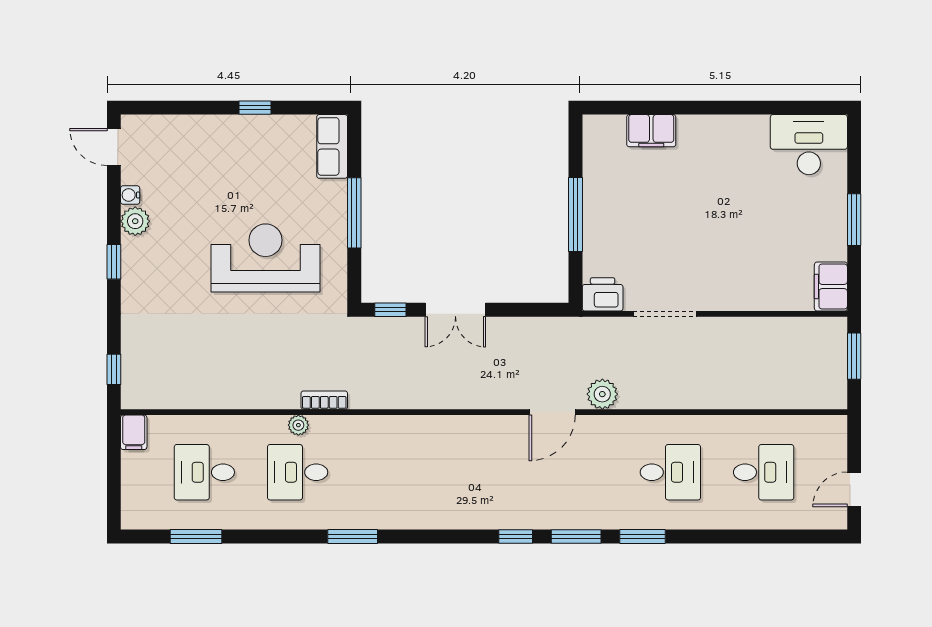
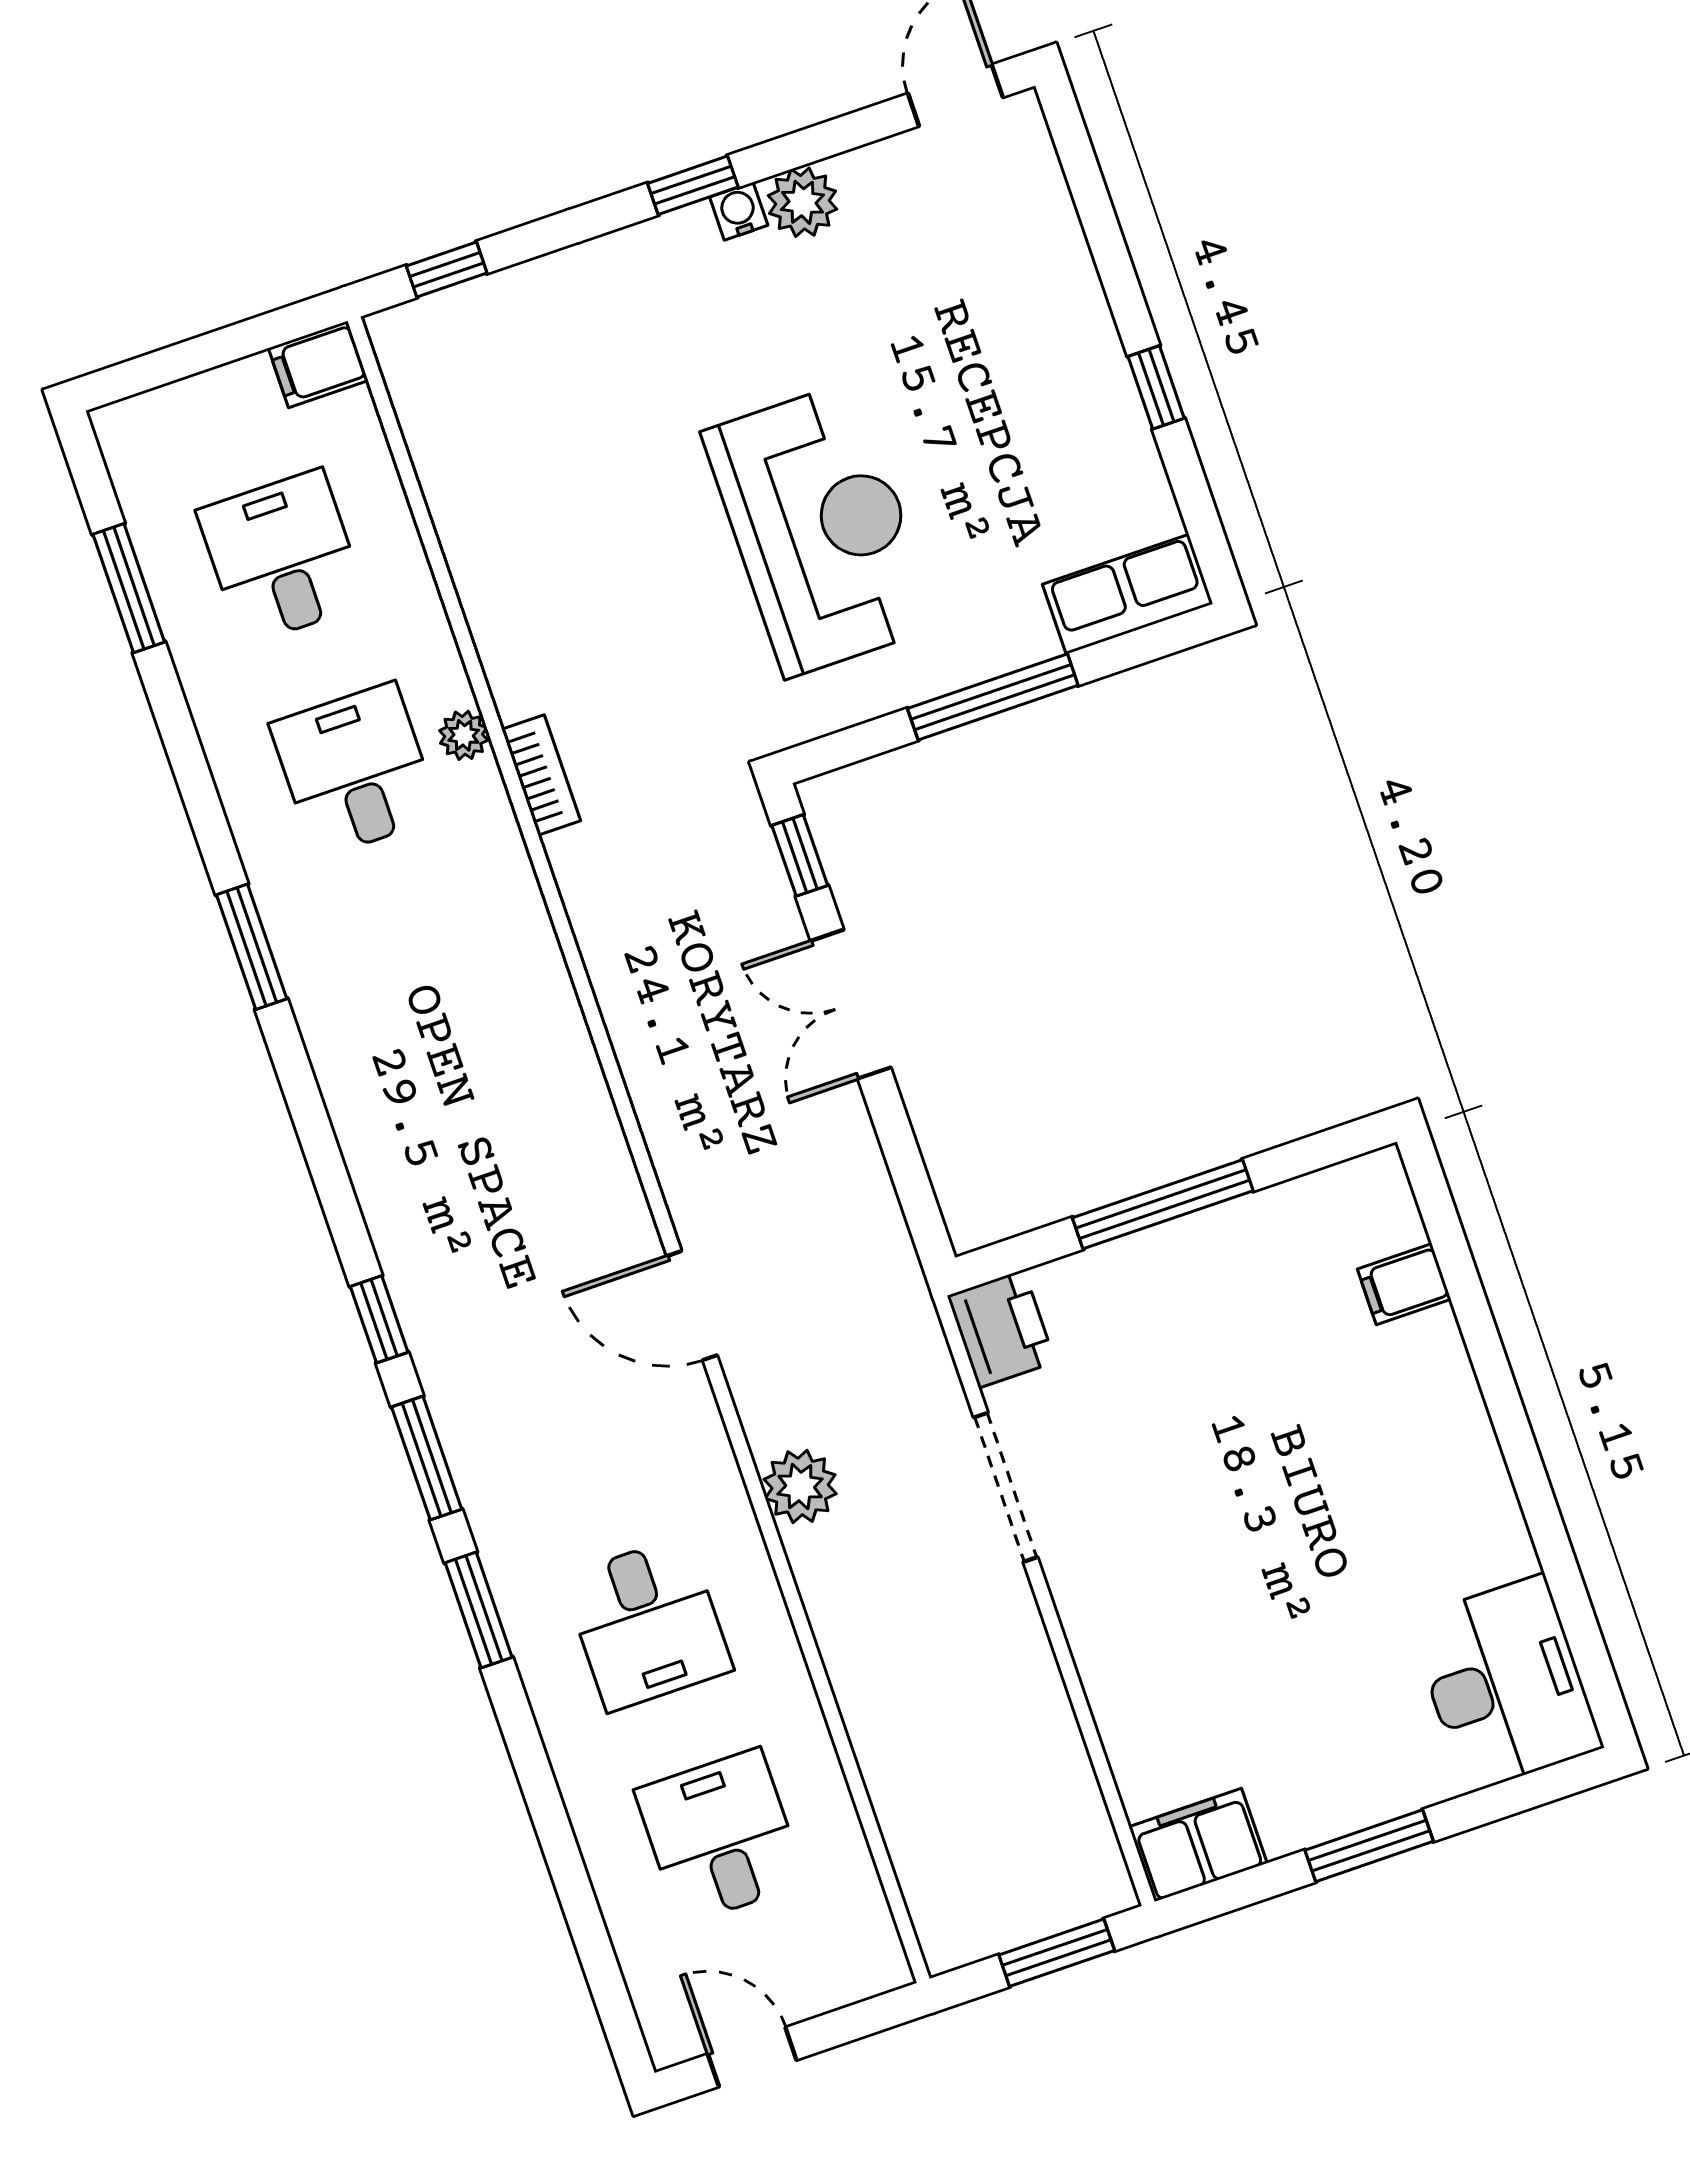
filing cabinet: (651, 131) -> (1404, 1284), width x0.50
water cooler: (130, 195) -> (739, 211), moved
plant: (602, 394) -> (800, 1487), moved
desk: (764, 472) -> (720, 1837), turned 180

